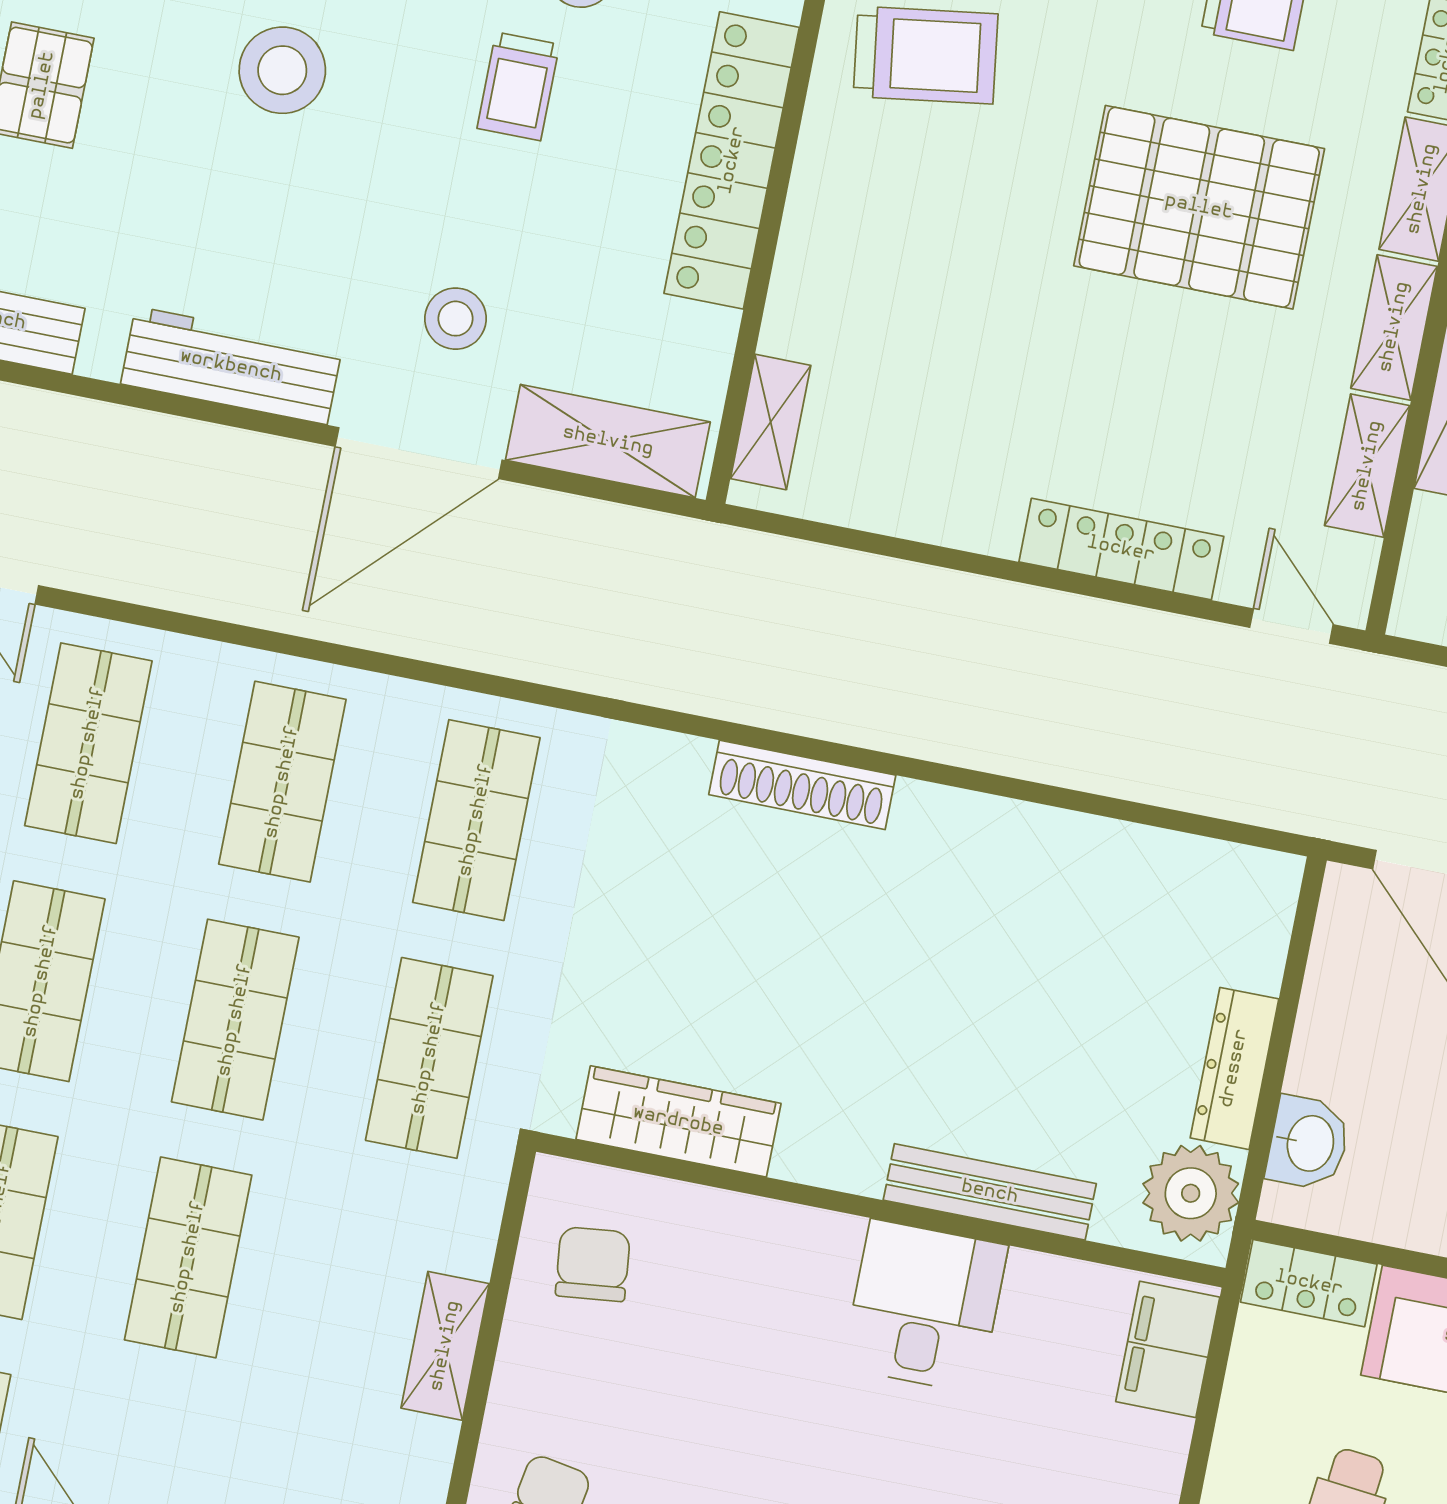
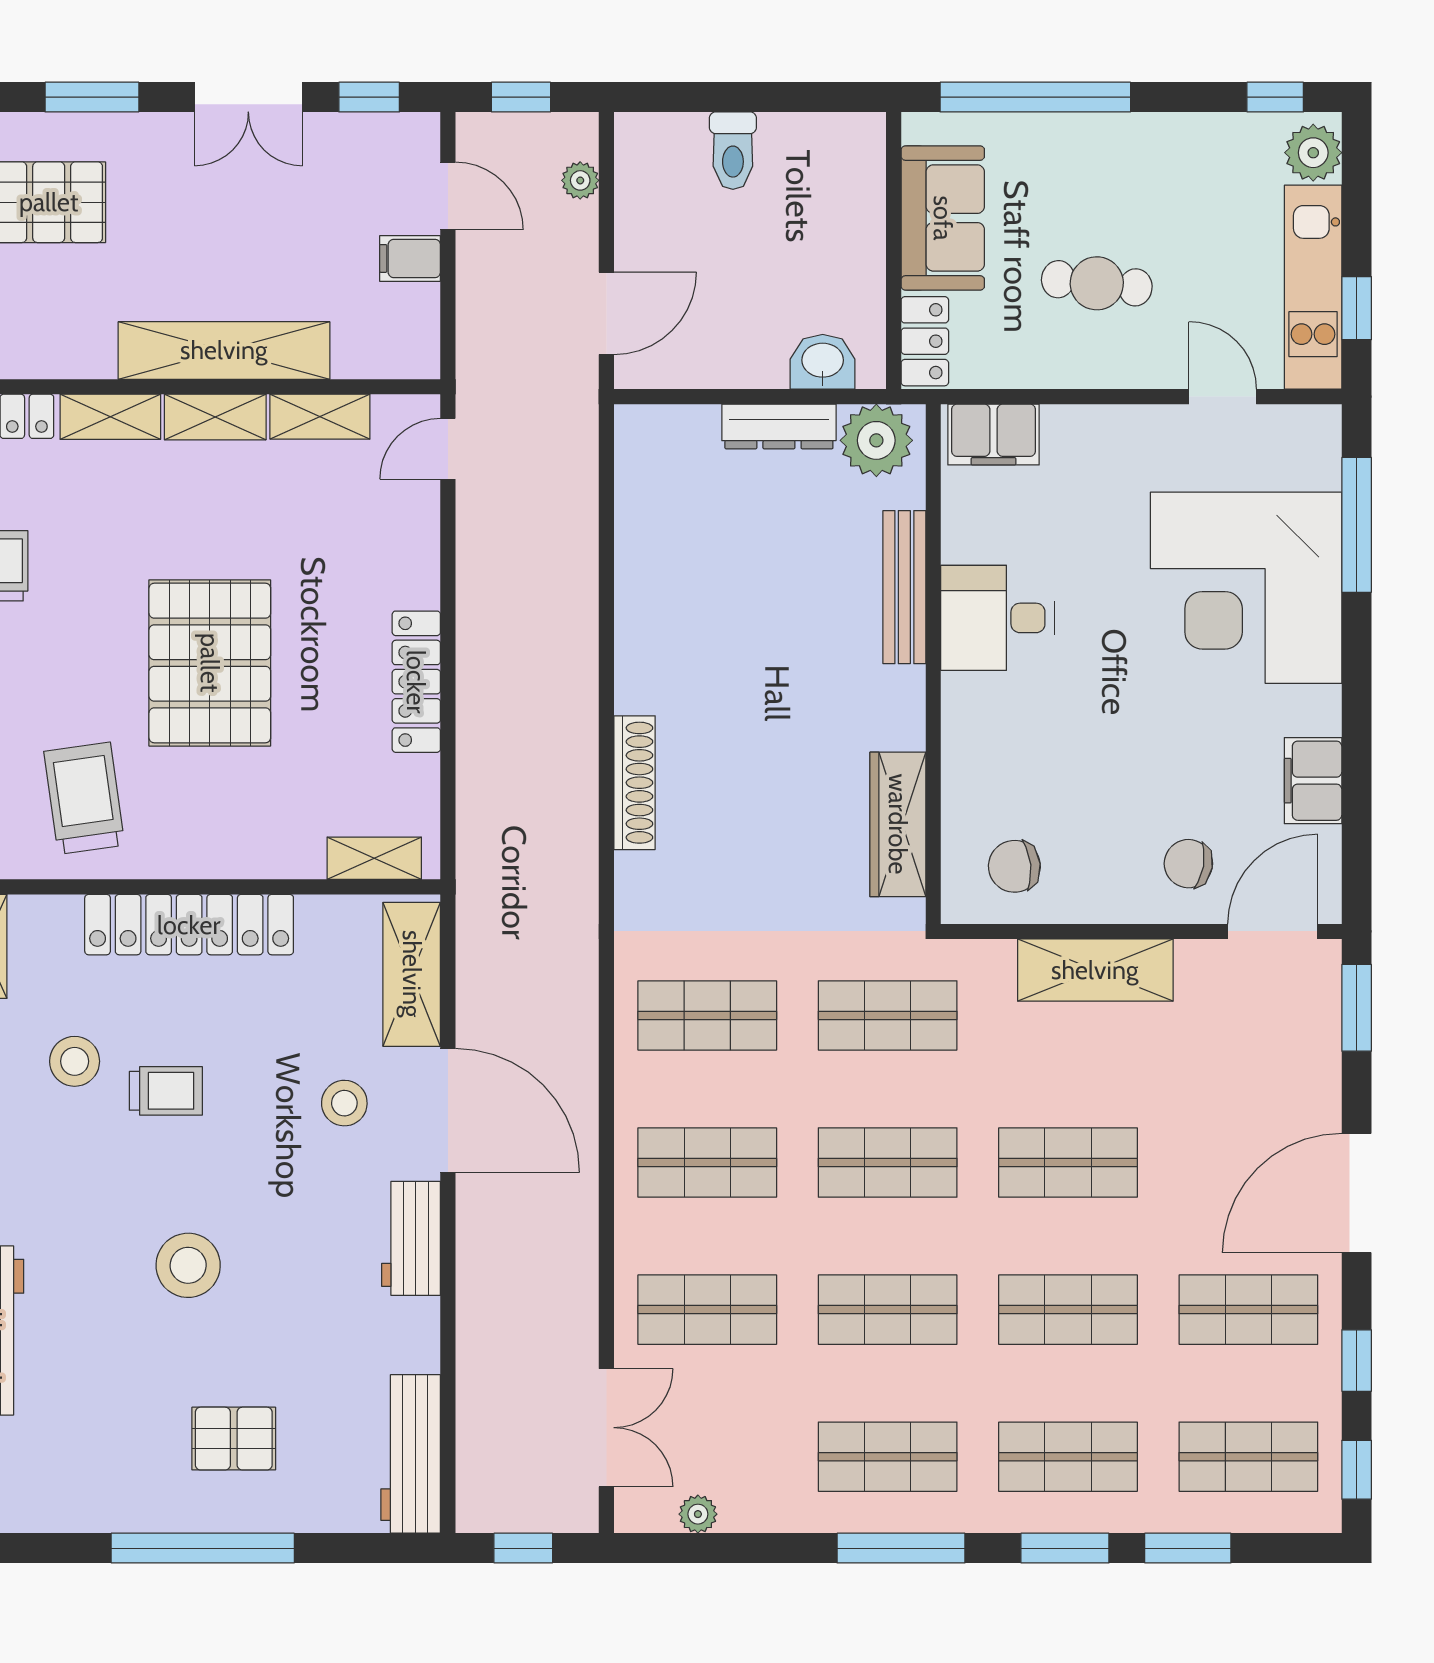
pallet: (1199, 207) -> (210, 663), moved
workbench: (231, 366) -> (411, 1238), width x0.73
locker: (1121, 549) -> (416, 682), moved
shelving: (445, 1346) -> (1095, 970), width x1.50, depth x1.33

